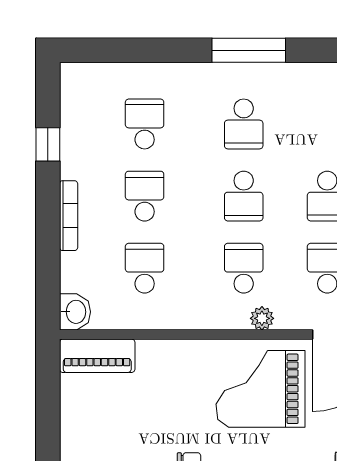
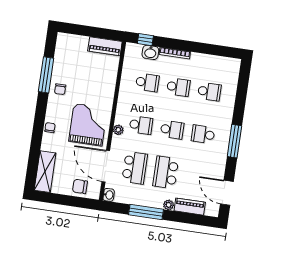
window: (48, 144) -> (145, 40), moved
school desk: (244, 196) -> (172, 130), turned 180
washbasin: (75, 312) -> (150, 52), moved
piano: (97, 356) -> (105, 46), moved, turned -90

